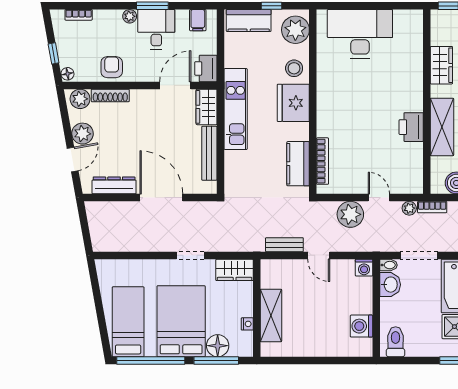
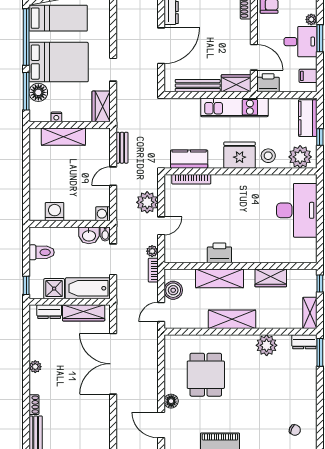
toilet: (396, 342) -> (42, 252), moved

